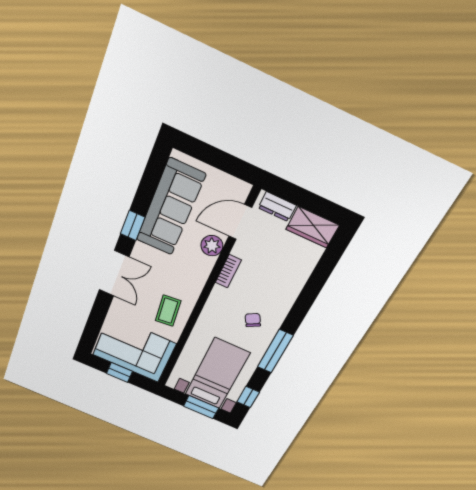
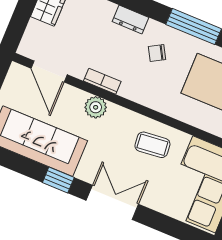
dresser: (277, 207) -> (131, 20), moved, turned 90
plant: (212, 246) -> (96, 107), moved

